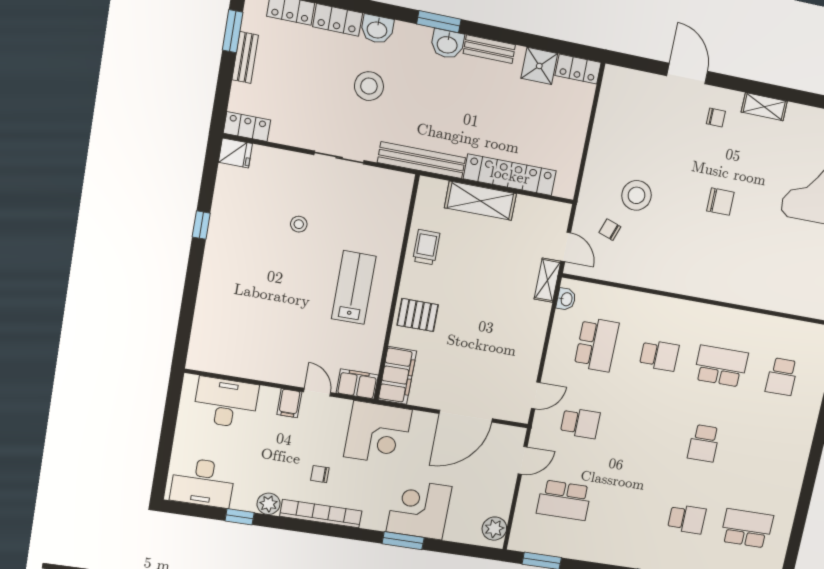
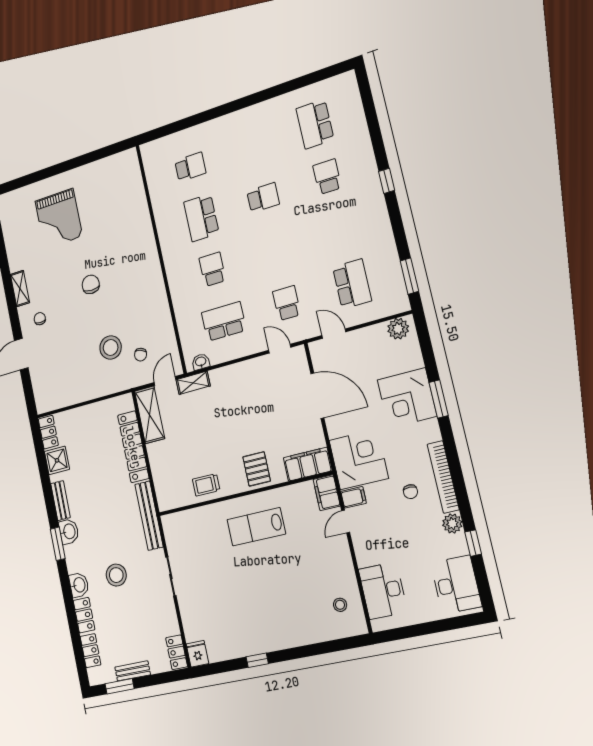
shelving: (480, 201) -> (150, 415), moved
stool: (299, 224) -> (340, 605), moved
filing cabinet: (289, 403) -> (354, 497), moved

